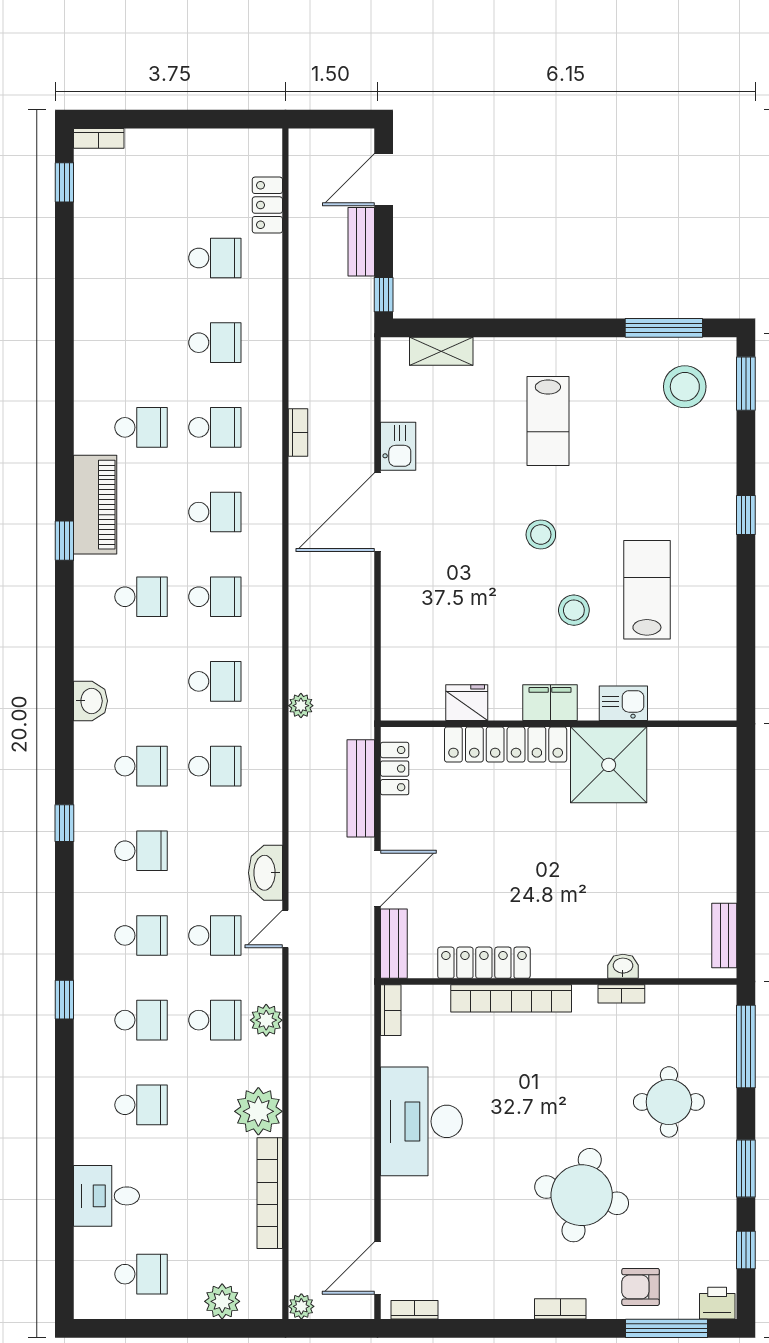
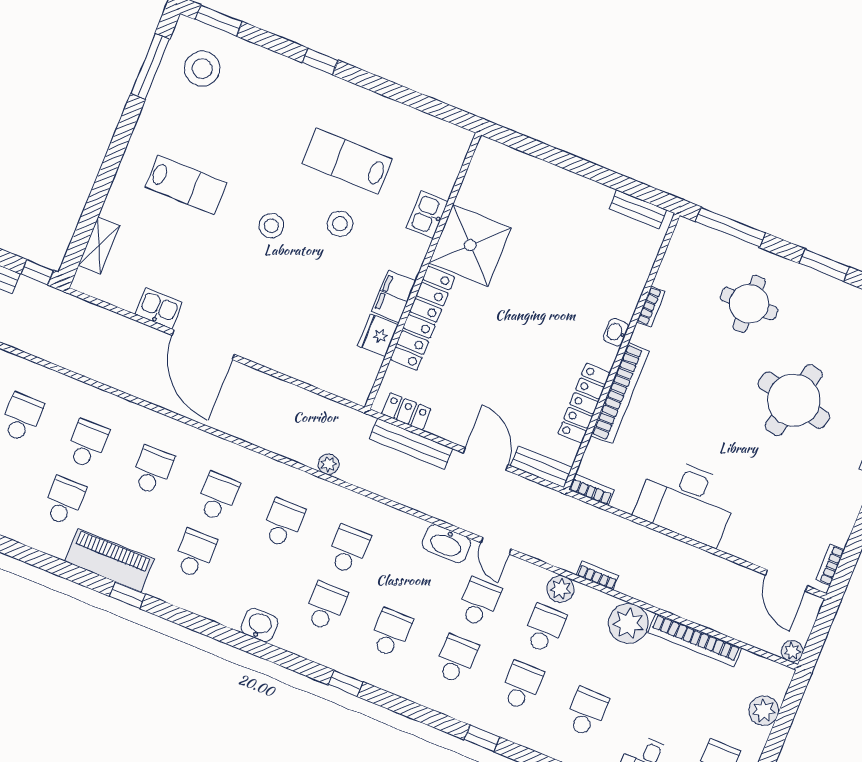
bookcase: (298, 432) -> (598, 575), moved
filing cabinet: (550, 703) -> (394, 296), moved
washbasin: (623, 966) -> (616, 332), moved

